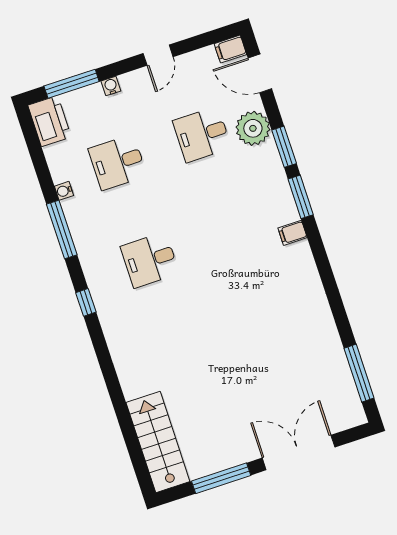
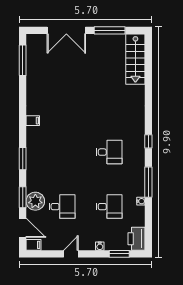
window: (72, 84) -> (119, 254), width x0.69
window: (284, 147) -> (23, 197), moved
filing cabinet: (293, 233) -> (33, 121), moved

